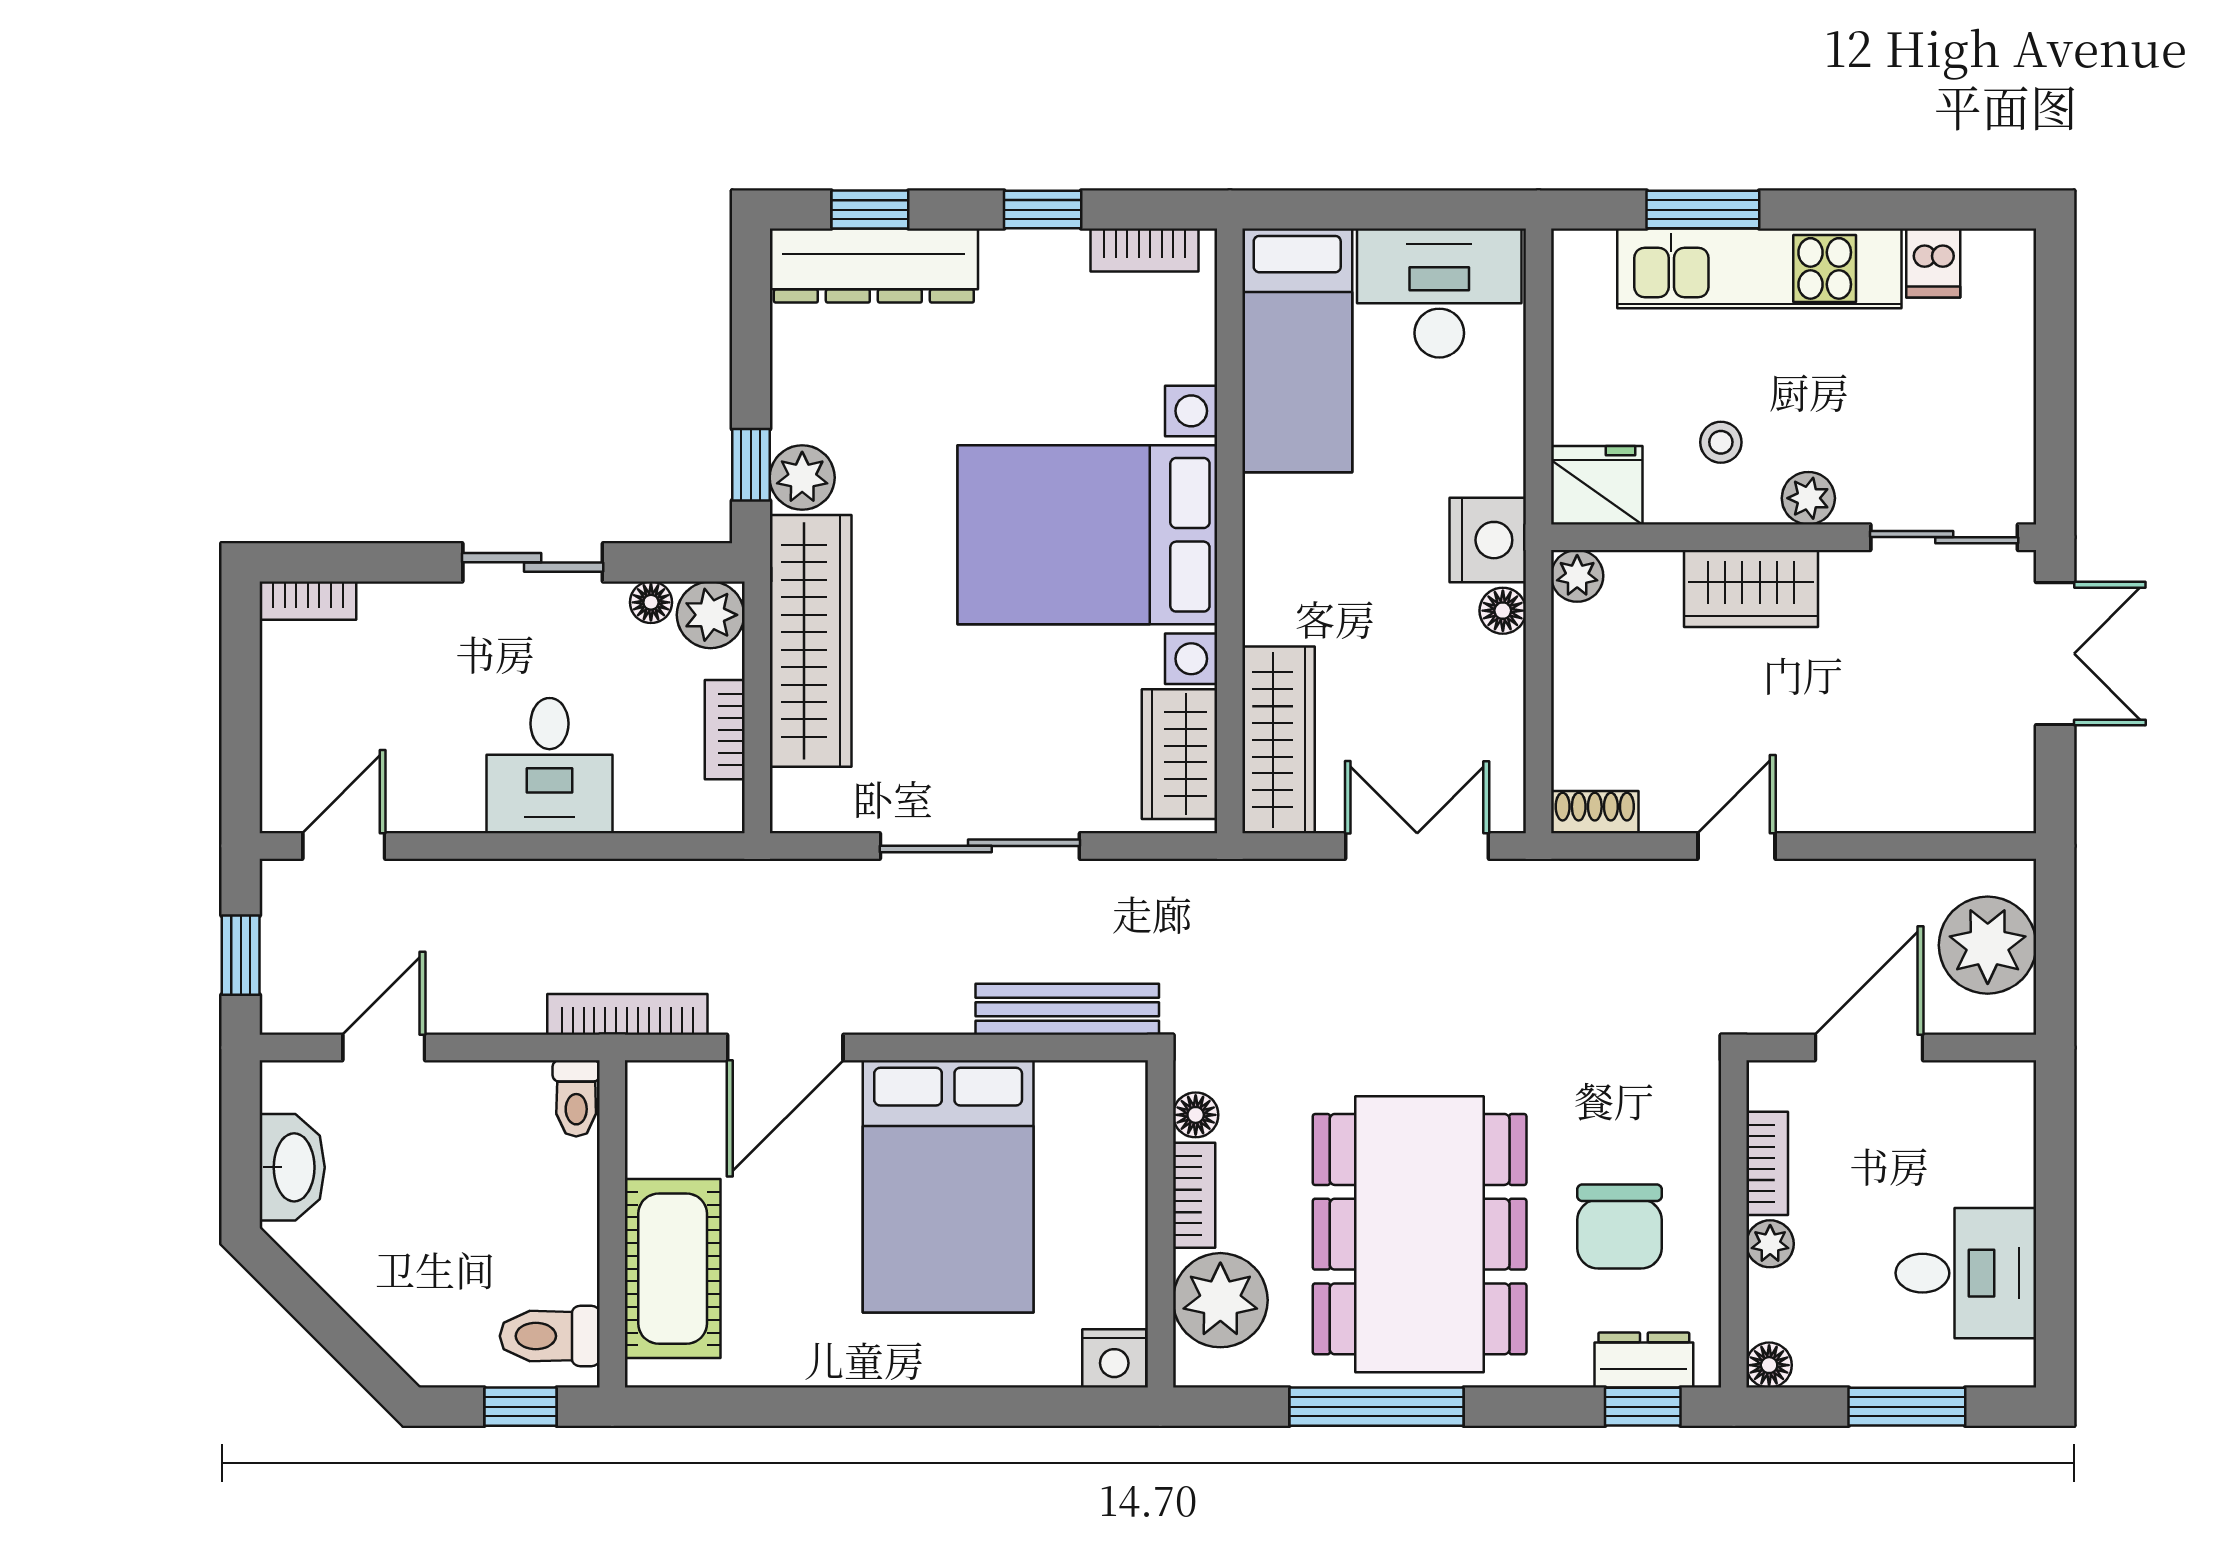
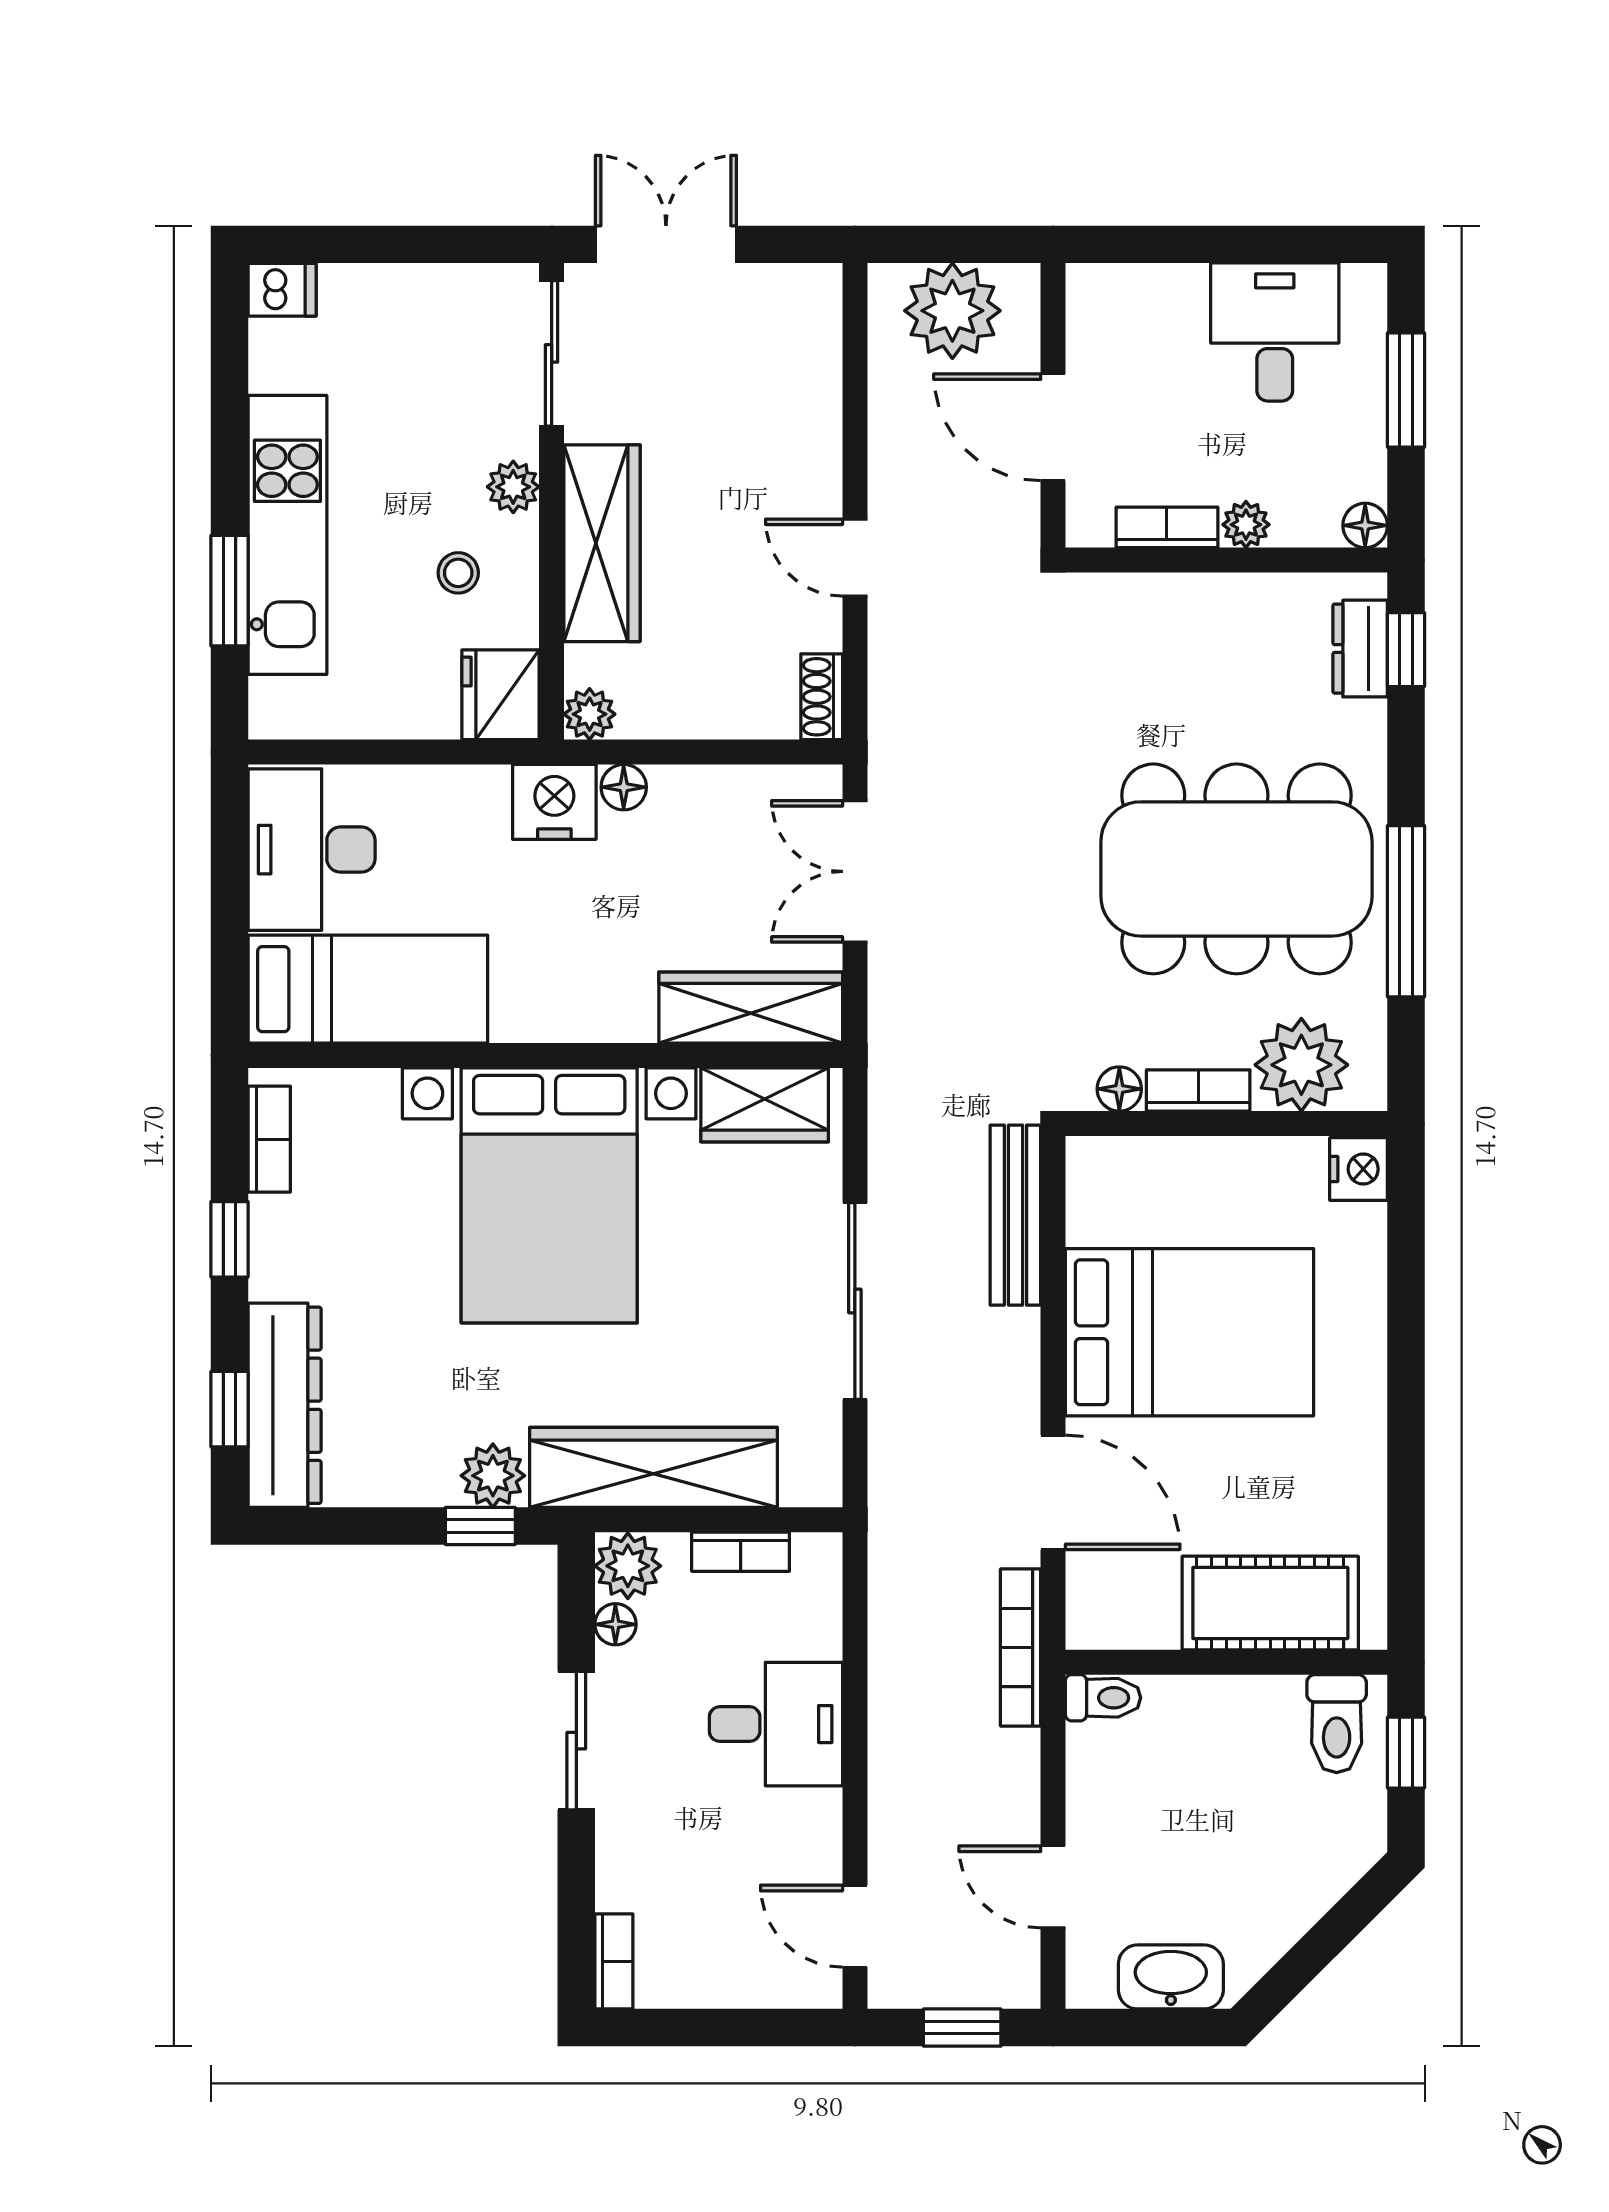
dishwasher: (1933, 263) -> (282, 290), moved
wardrobe: (1751, 589) -> (602, 543), width x1.50
chair: (1619, 1226) -> (1229, 672), removed

